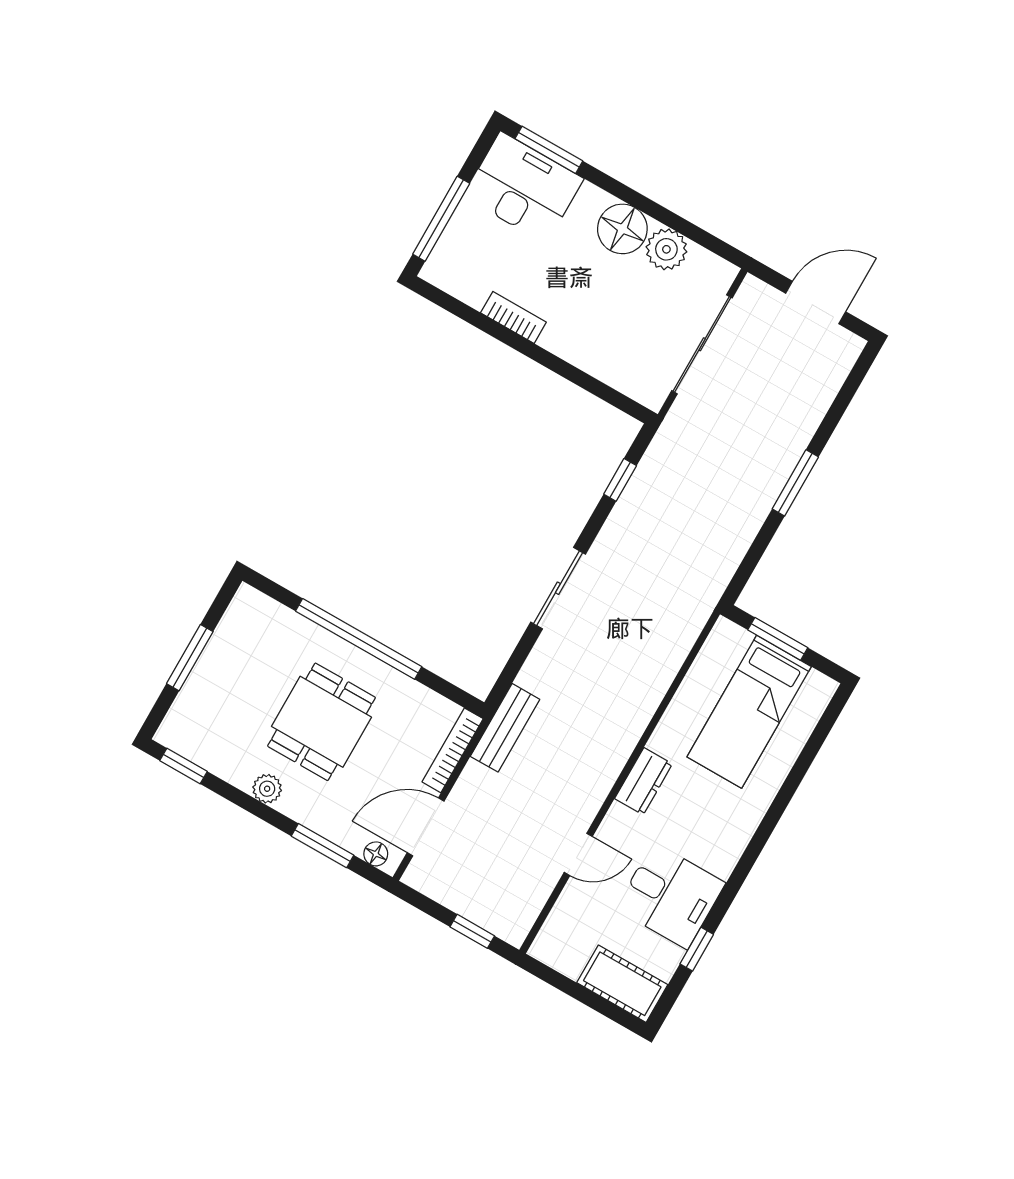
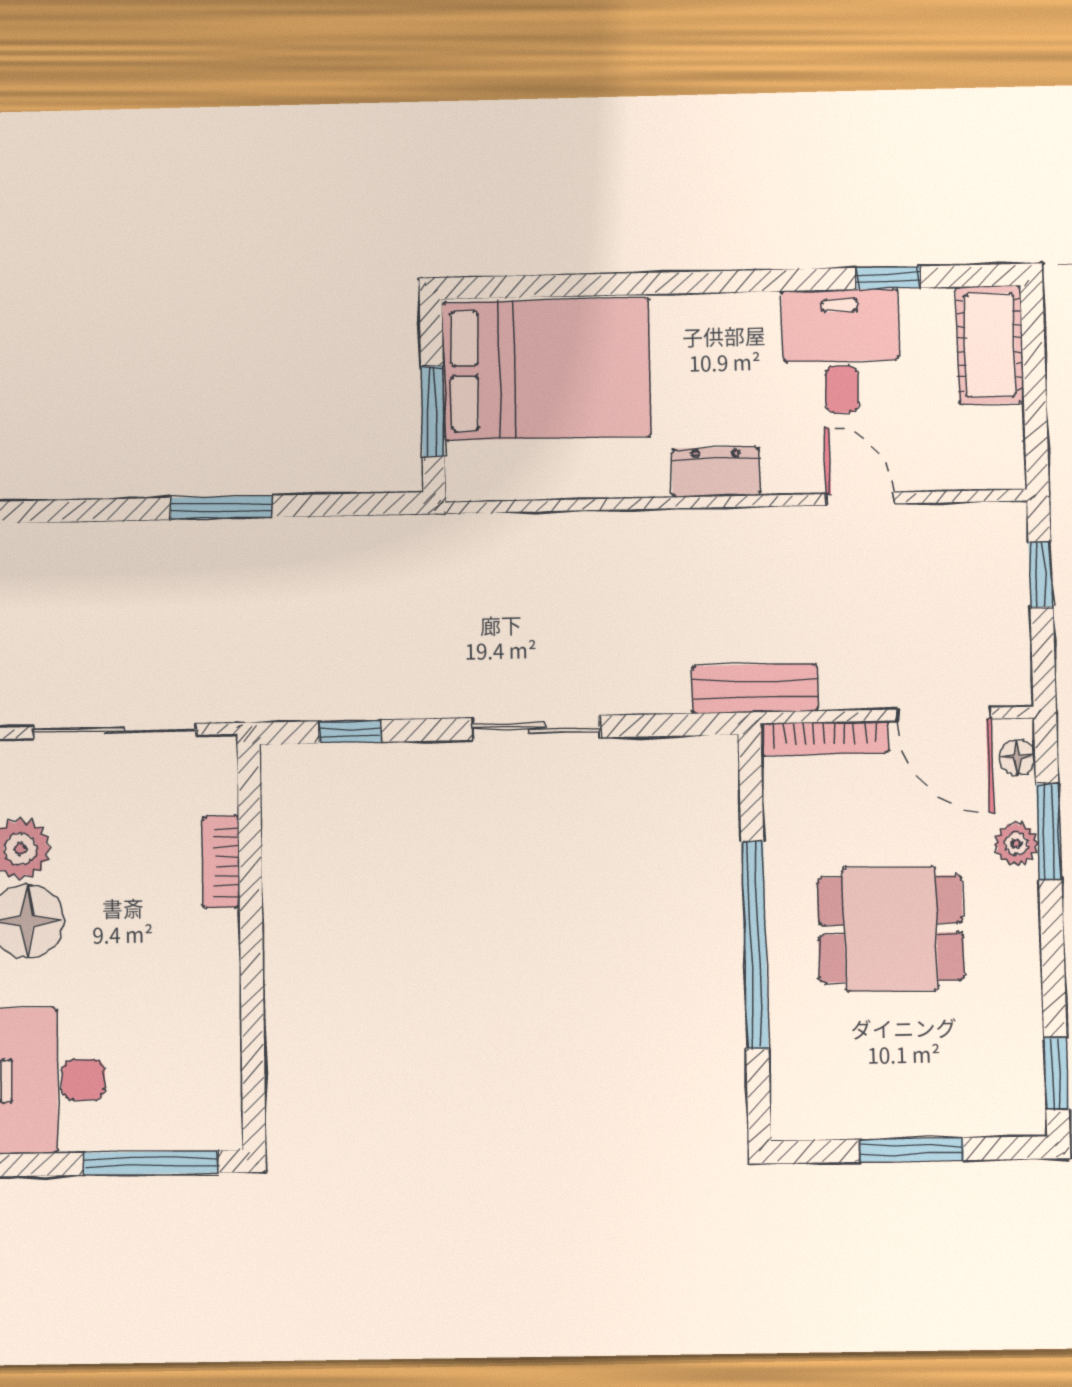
bookcase: (513, 317) -> (221, 862), moved
bed: (749, 712) -> (547, 369), width x1.50
plant: (267, 789) -> (1016, 844), moved

